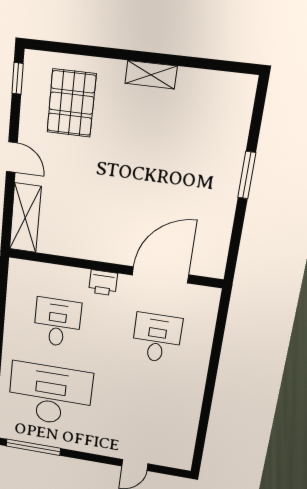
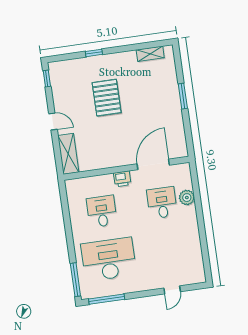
window: (111, 53) -> (94, 53), added
shelving: (151, 75) -> (150, 54), moved
pallet: (71, 103) -> (107, 98), moved
plant: (200, 342) -> (187, 198), added

